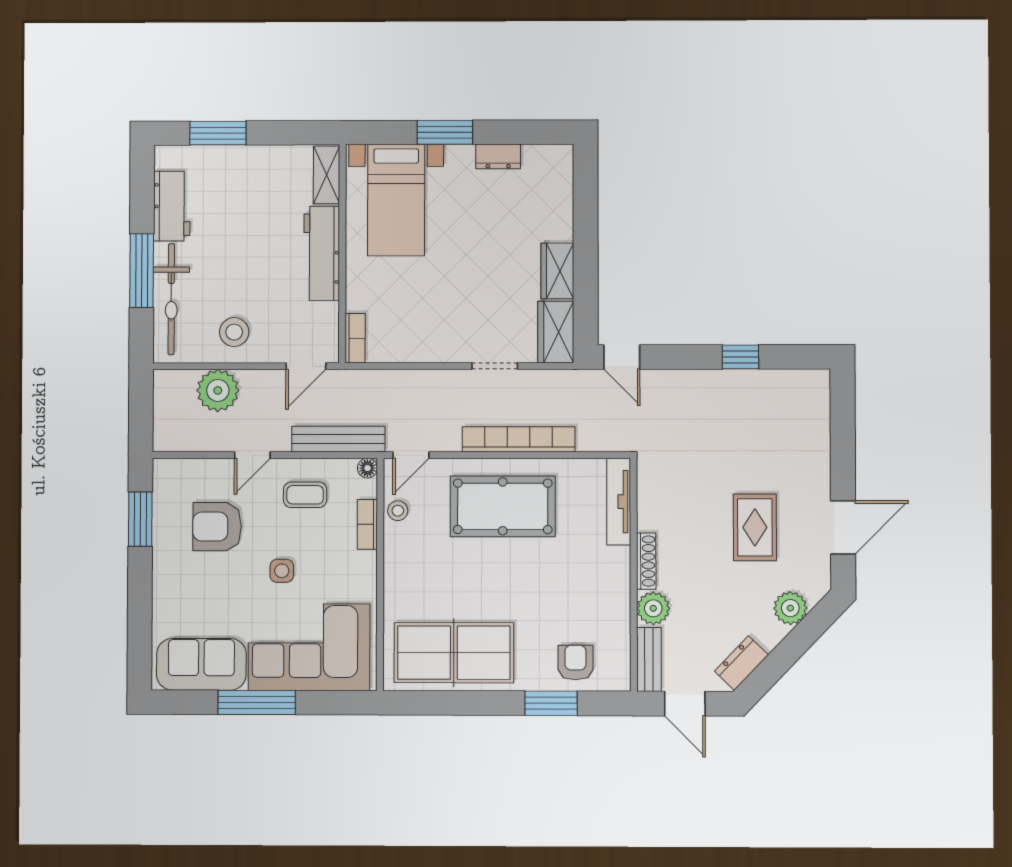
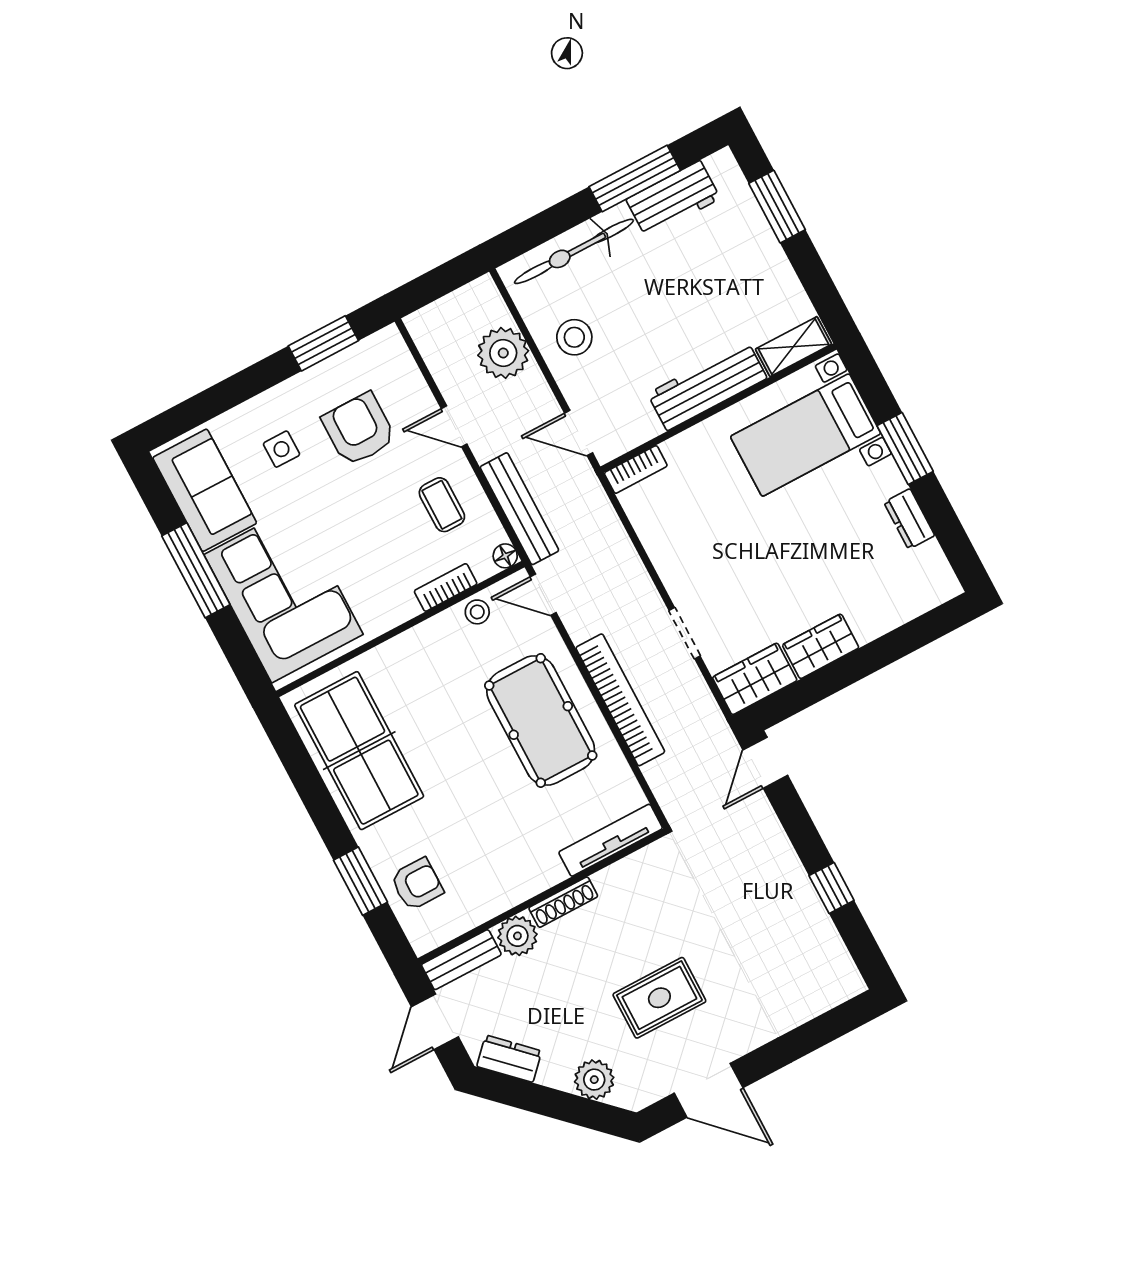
window: (142, 271) -> (635, 178), moved
side table: (282, 571) -> (282, 449), moved

